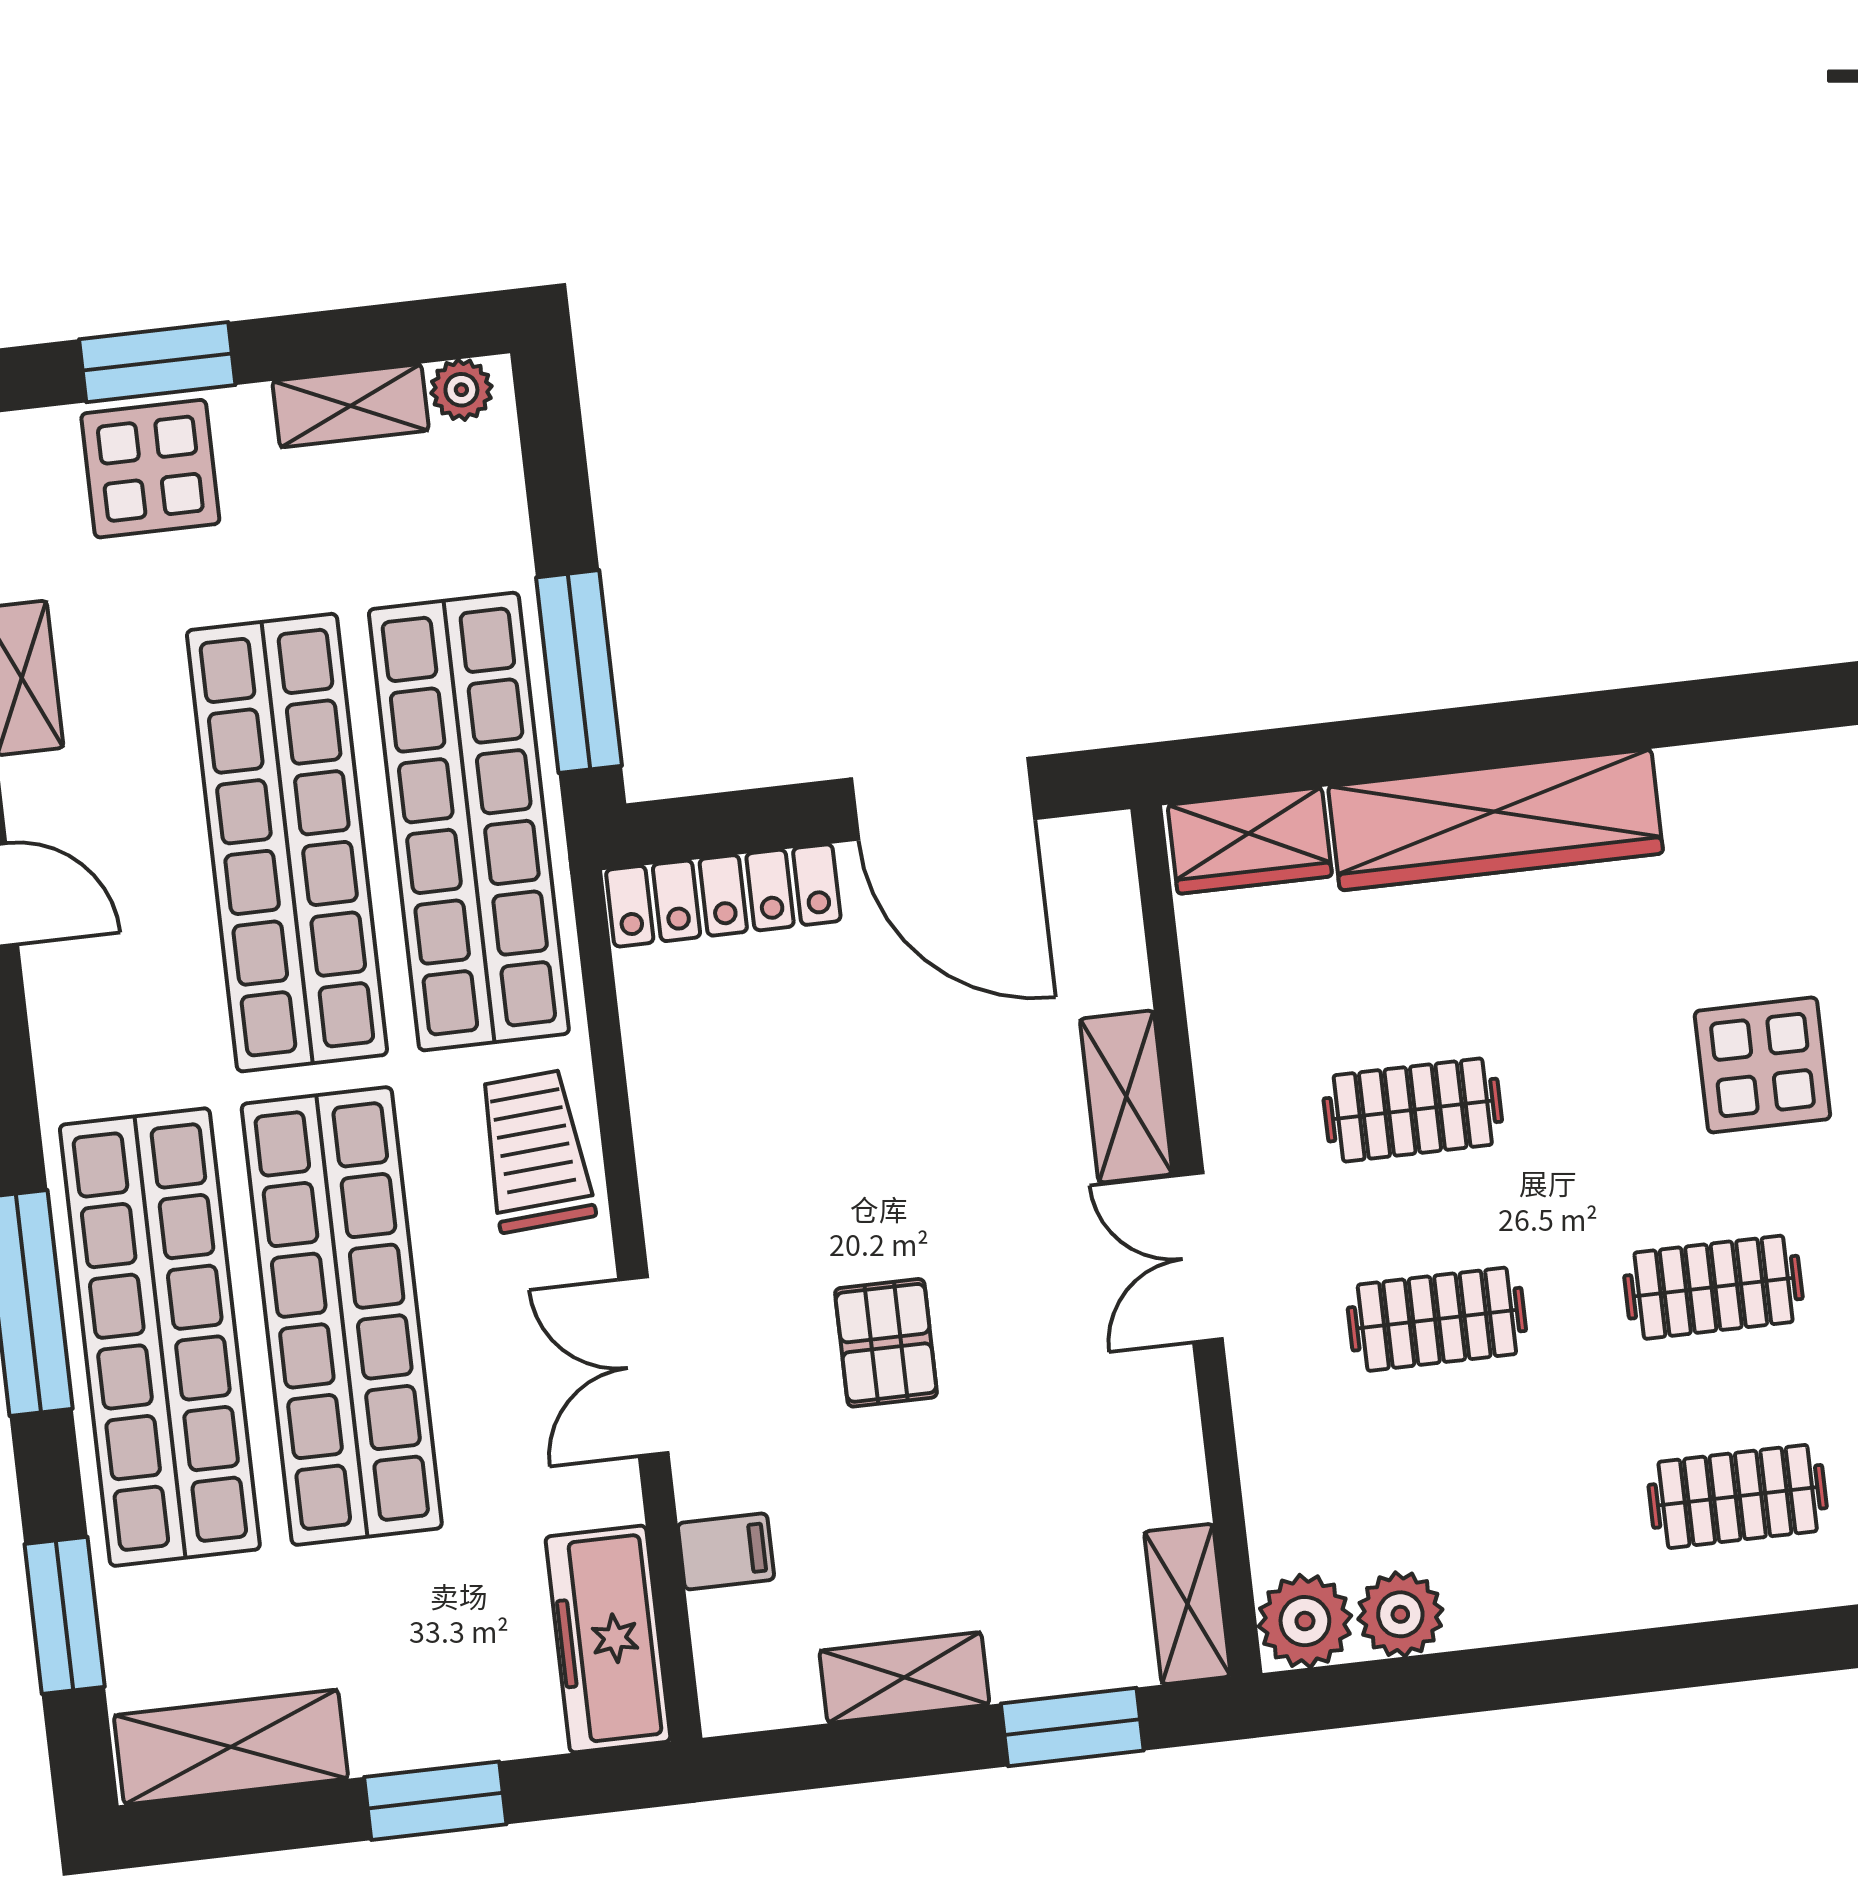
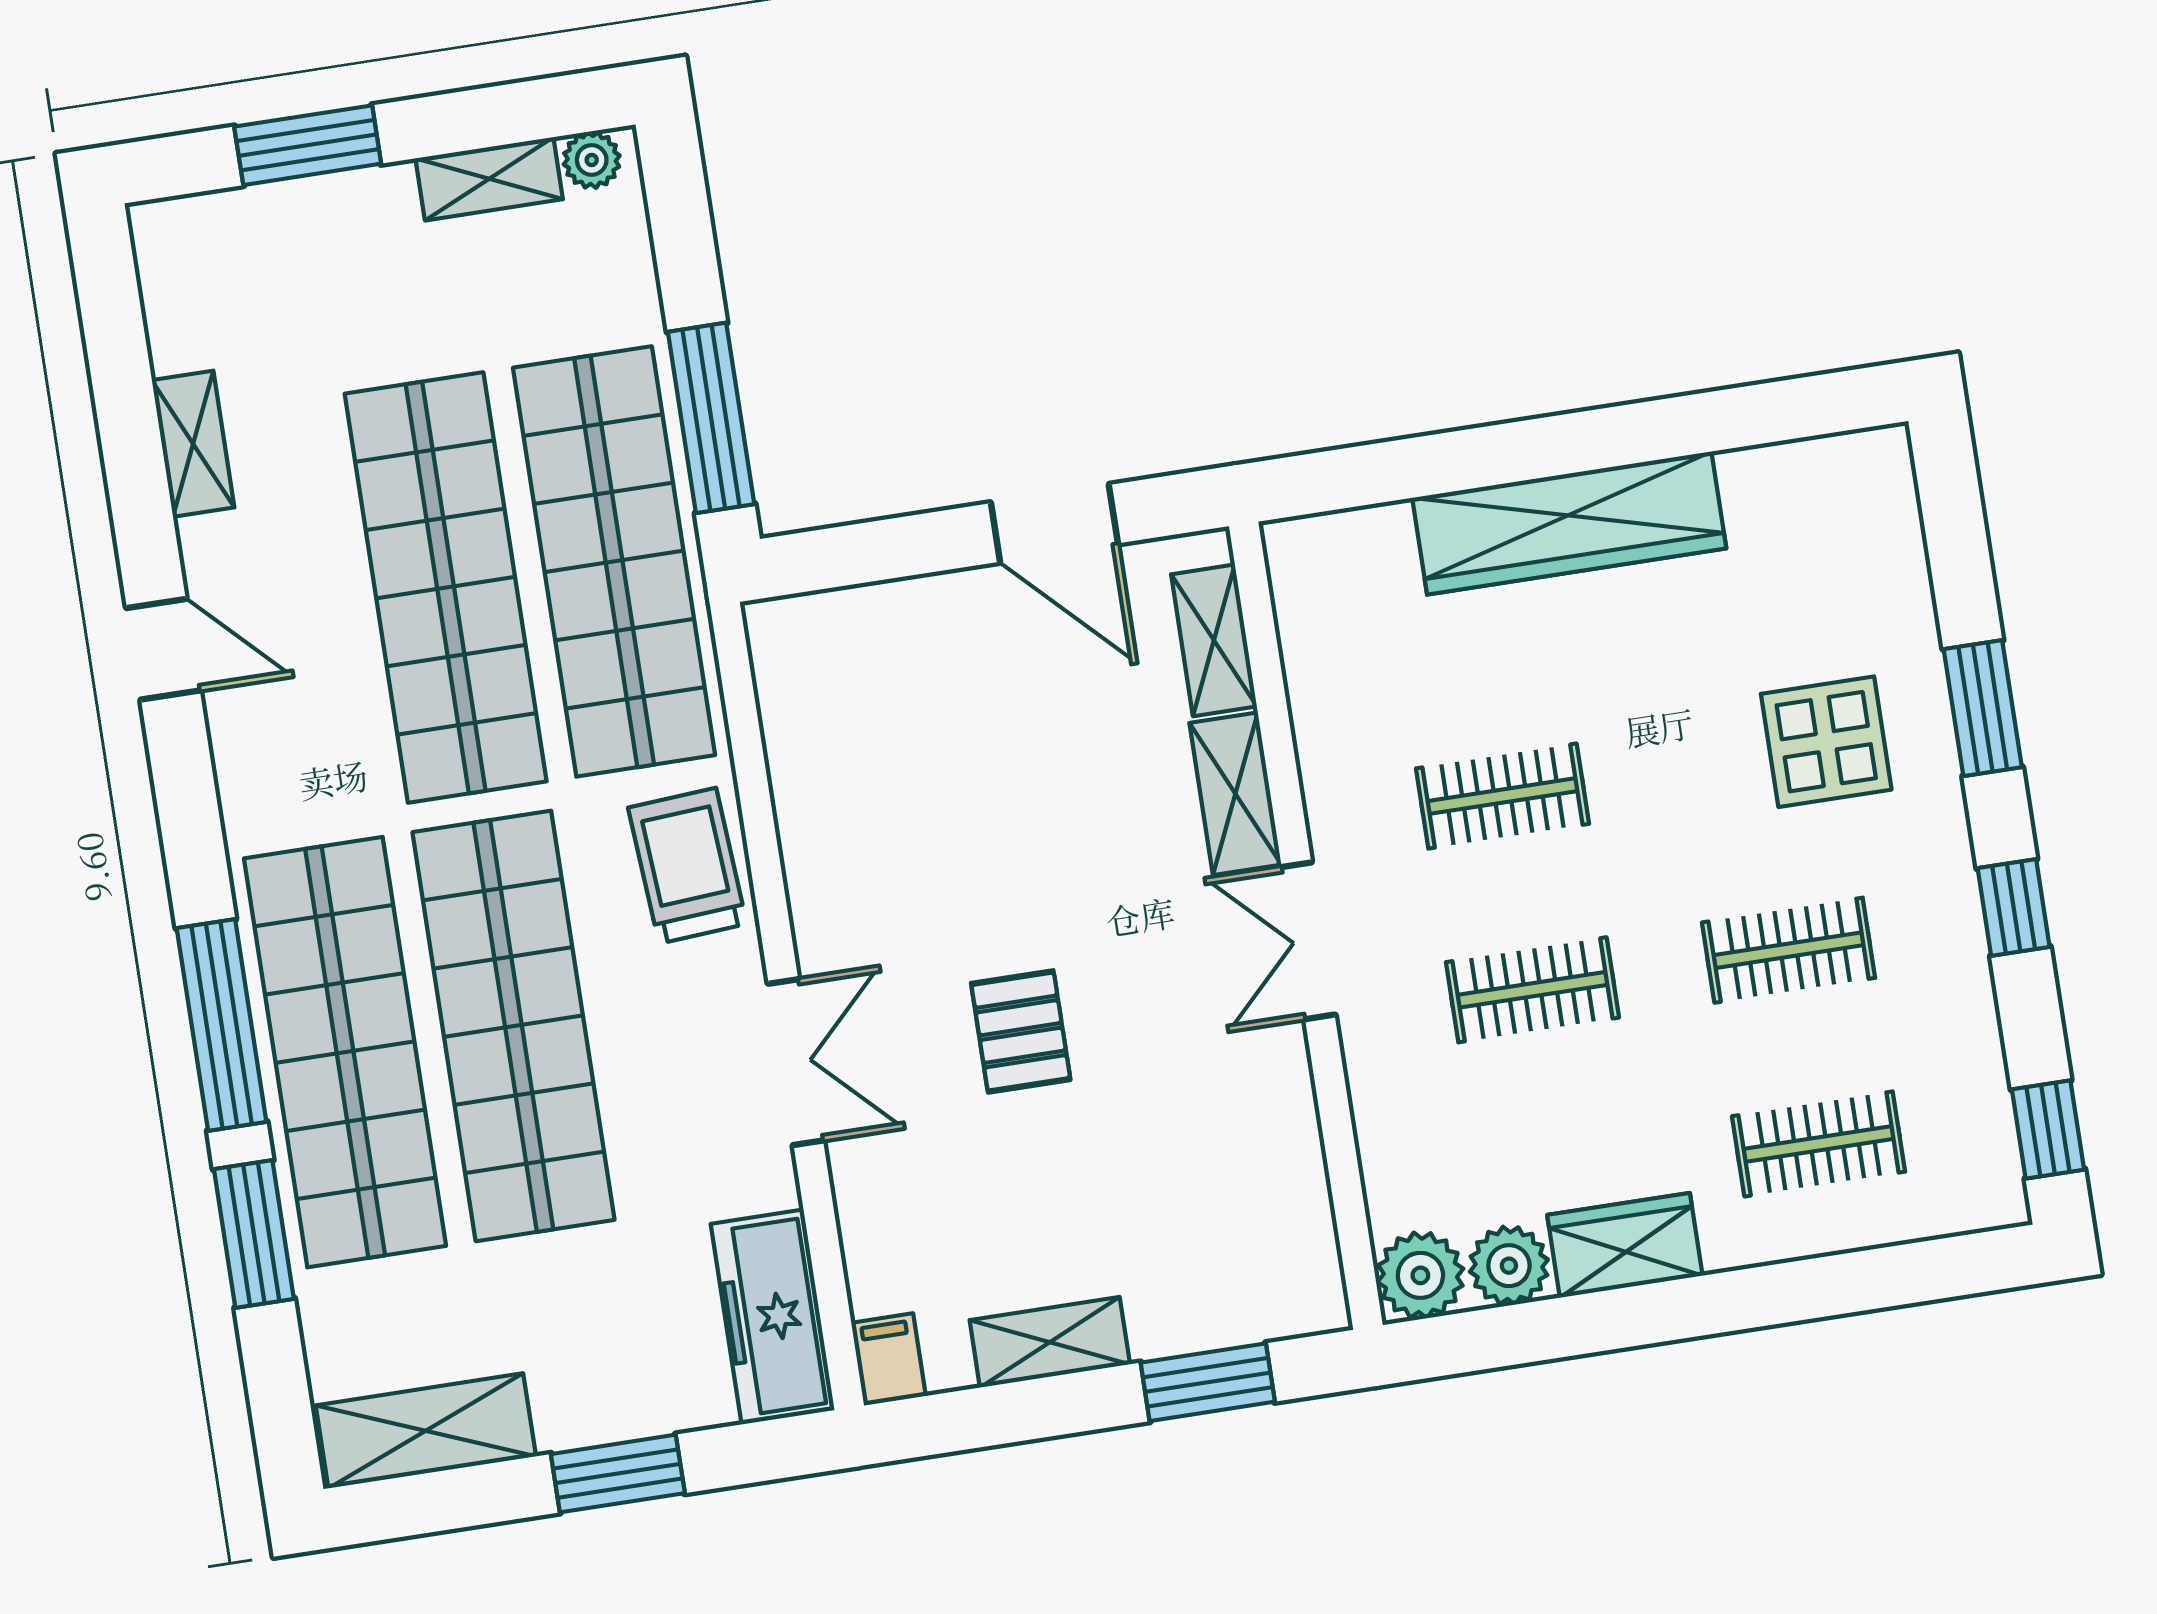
display table: (150, 469) -> (305, 245), removed
door: (943, 799) -> (1054, 523), width x0.73
wardrobe: (1250, 841) -> (1625, 1245), moved, turned 180
locker: (723, 895) -> (853, 621), removed
double door: (643, 1366) -> (796, 1062), swing flipped
filing cabinet: (726, 1551) -> (889, 1359), moved, turned -90
shelving: (1187, 1604) -> (1214, 640), moved
window: (65, 1615) -> (254, 1234), moved

